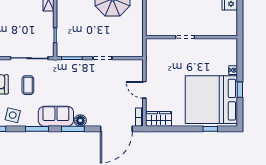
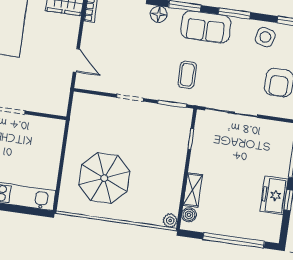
coffee table: (28, 85) -> (187, 75), moved
door: (144, 90) -> (76, 60), moved
floor lamp: (80, 120) -> (159, 14), moved

